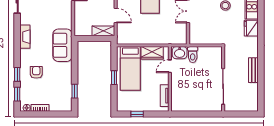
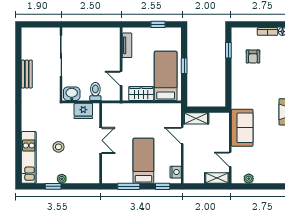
fridge: (251, 28) -> (83, 111), moved, turned 90
sofa: (62, 45) -> (242, 128), moved
washbasin: (180, 53) -> (72, 94), moved
door: (170, 66) -> (121, 78), swing flipped
armchair: (36, 72) -> (253, 56), moved

